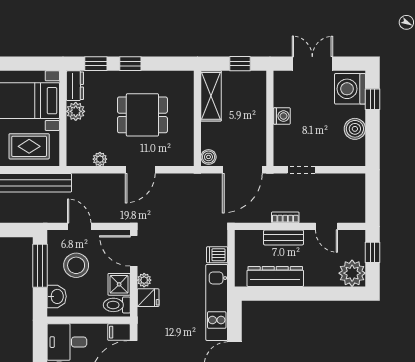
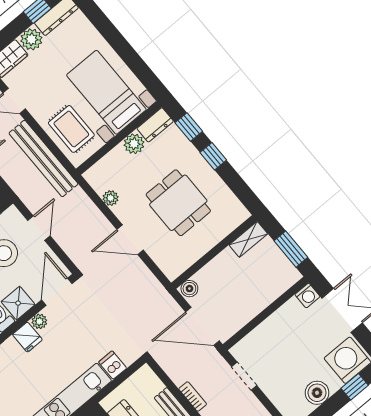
window: (240, 64) -> (291, 249), width x1.50
shelving: (211, 96) -> (248, 239), width x0.67, depth x0.75
washing machine: (282, 116) -> (307, 296), moved

